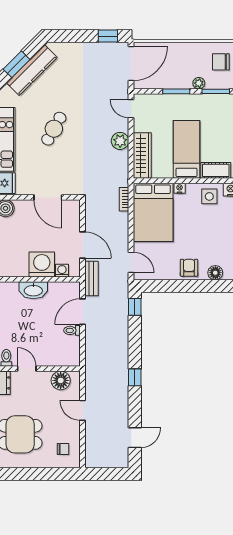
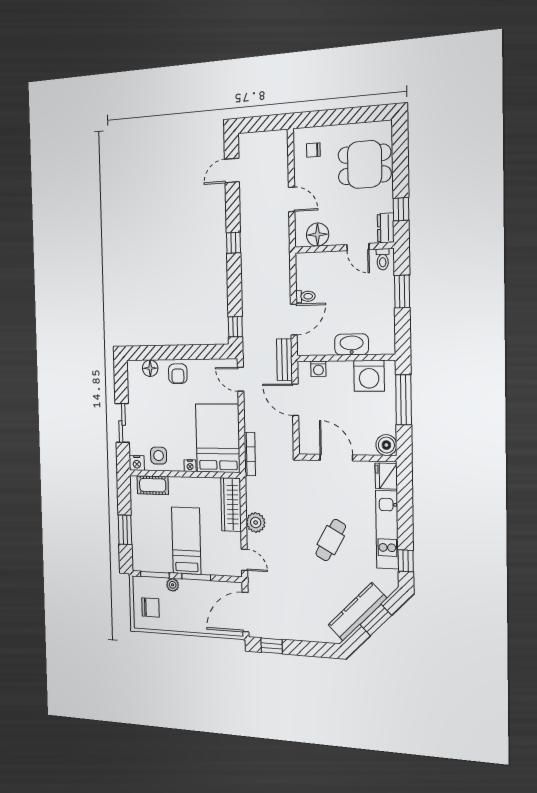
bed: (186, 149) -> (186, 541), moved, turned 180
bookcase: (124, 199) -> (250, 454), width x1.56
washing machine: (42, 264) -> (369, 376), moved

